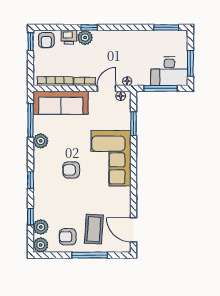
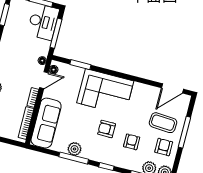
door: (107, 88) -> (44, 80), swing flipped
window: (31, 120) -> (74, 158), moved
armchair: (71, 170) -> (107, 129), turned 90
armchair: (64, 201) -> (132, 142), added
armchair: (68, 237) -> (164, 147), turned 180

